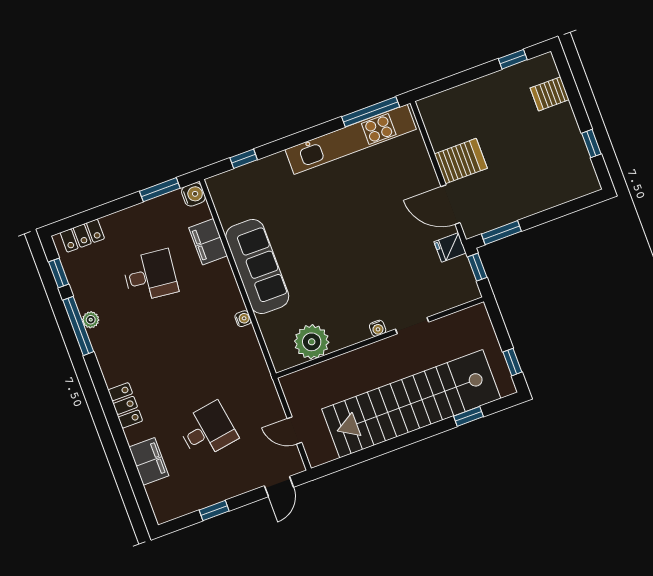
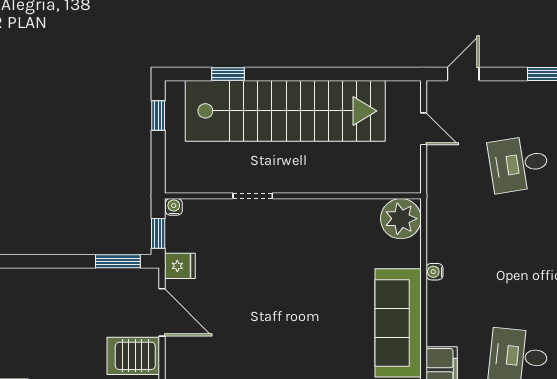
water cooler: (378, 328) -> (174, 207), moved
plant: (312, 342) -> (401, 219), moved

